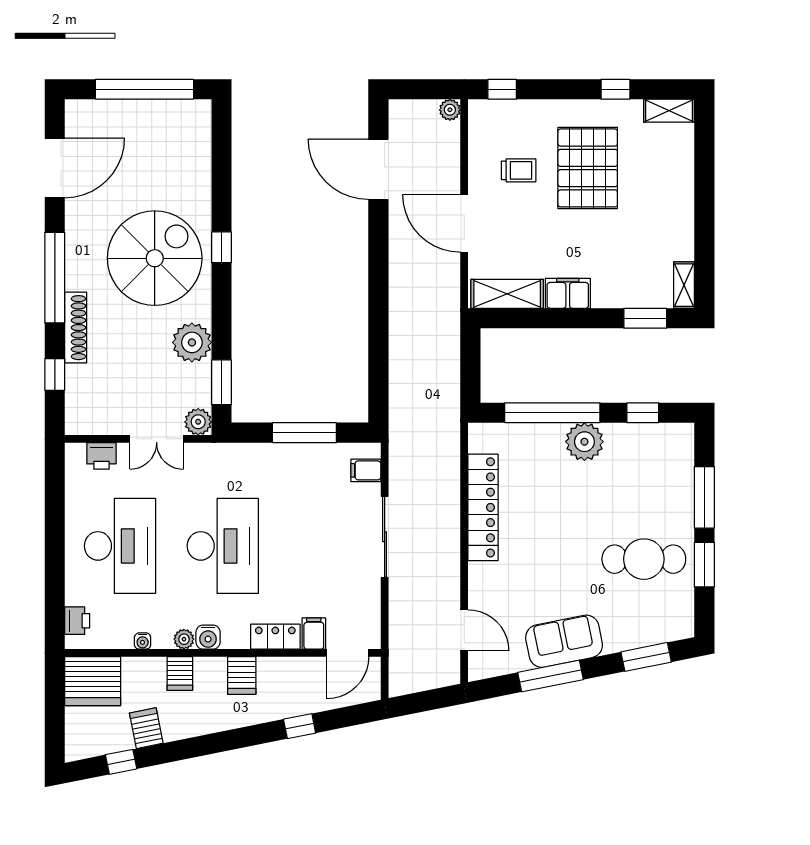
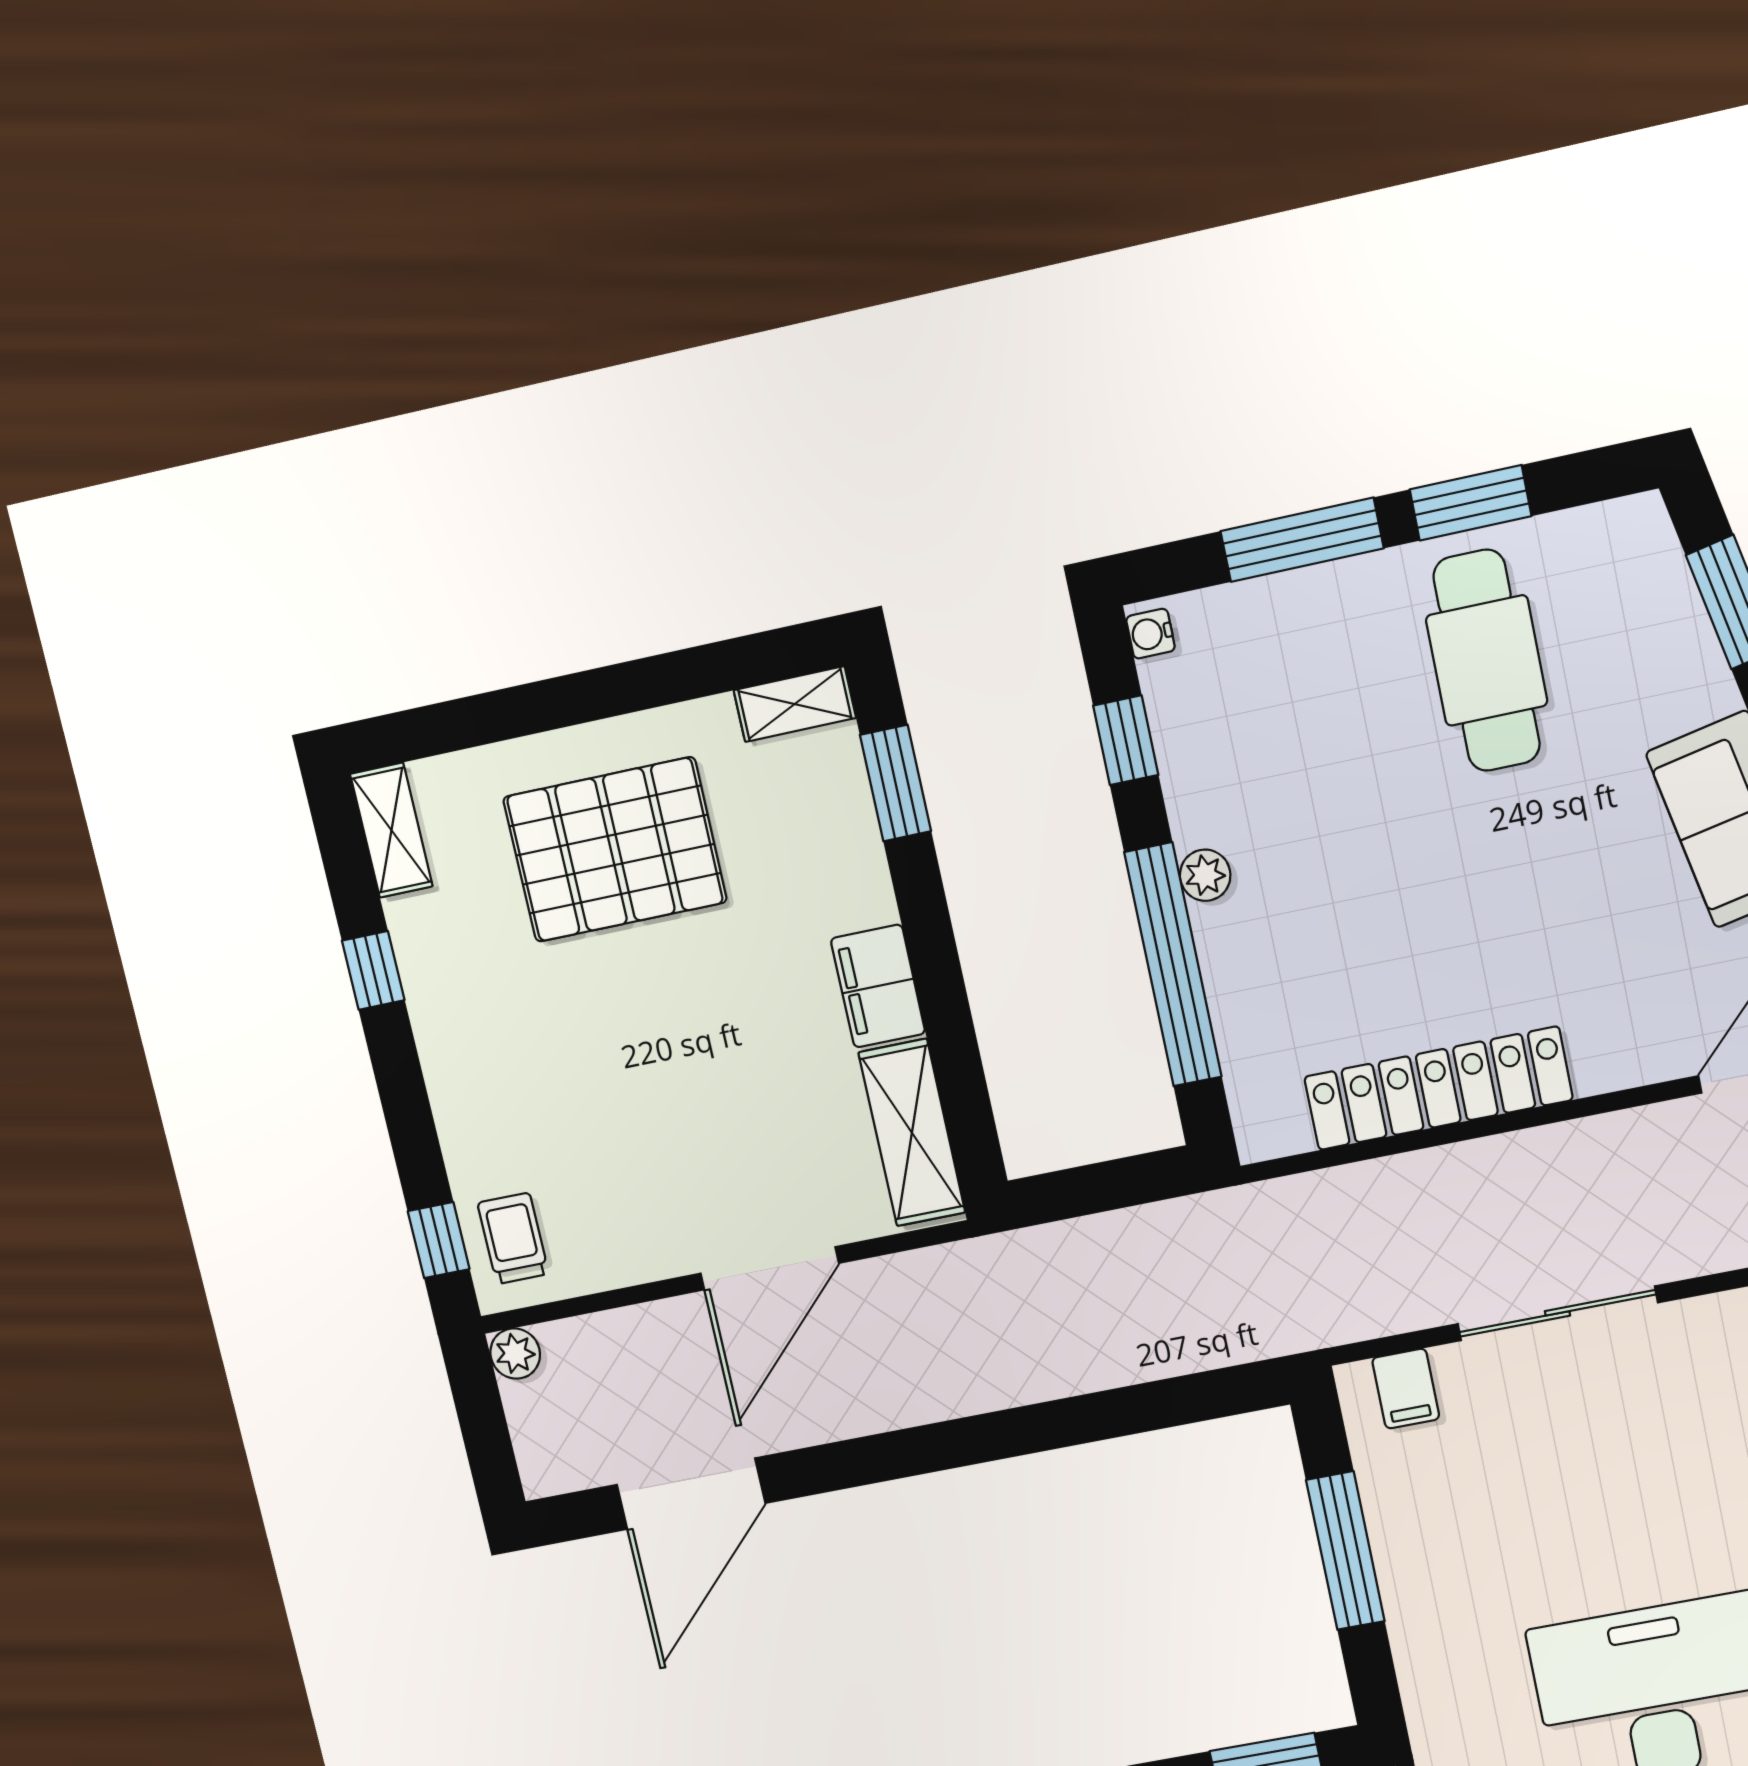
pallet: (588, 168) -> (615, 850), moved
trolley: (519, 170) -> (513, 1238), moved
water cooler: (681, 431) -> (1151, 634), added
plant: (584, 442) -> (1205, 875), width x0.53, depth x0.53

